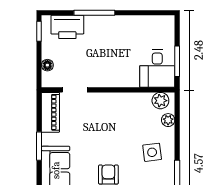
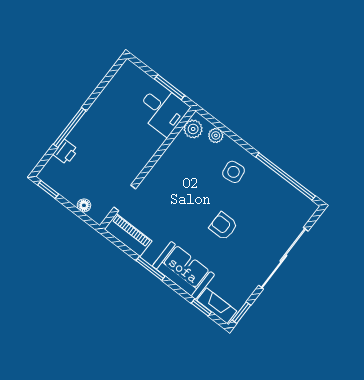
printer: (67, 27) -> (66, 152), width x0.53, depth x0.68

